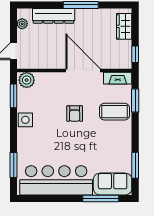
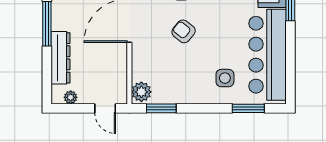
armchair: (75, 114) -> (184, 31), turned -141
side table: (25, 120) -> (225, 78), moved

